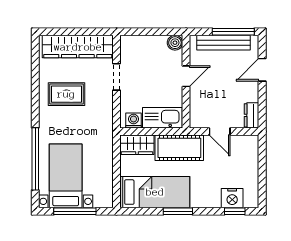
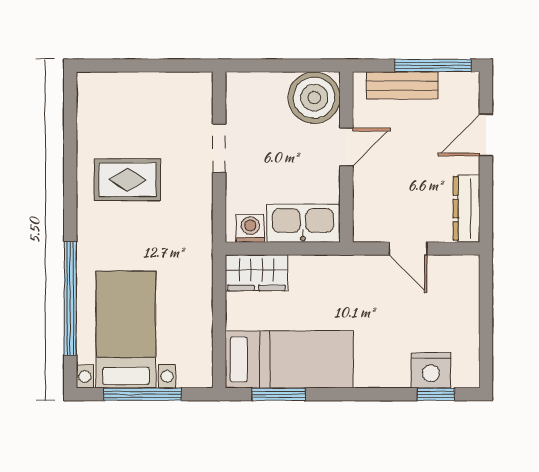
boiler: (175, 43) -> (314, 98), width x1.86, depth x1.86
bench: (224, 43) -> (402, 85), width x0.73
wardrobe: (78, 47) -> (148, 93), removed
dresser: (252, 115) -> (466, 208), width x1.44
cot: (179, 148) -> (334, 278), removed
window: (178, 211) -> (279, 394), moved

